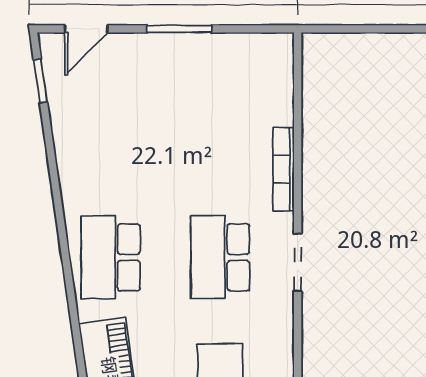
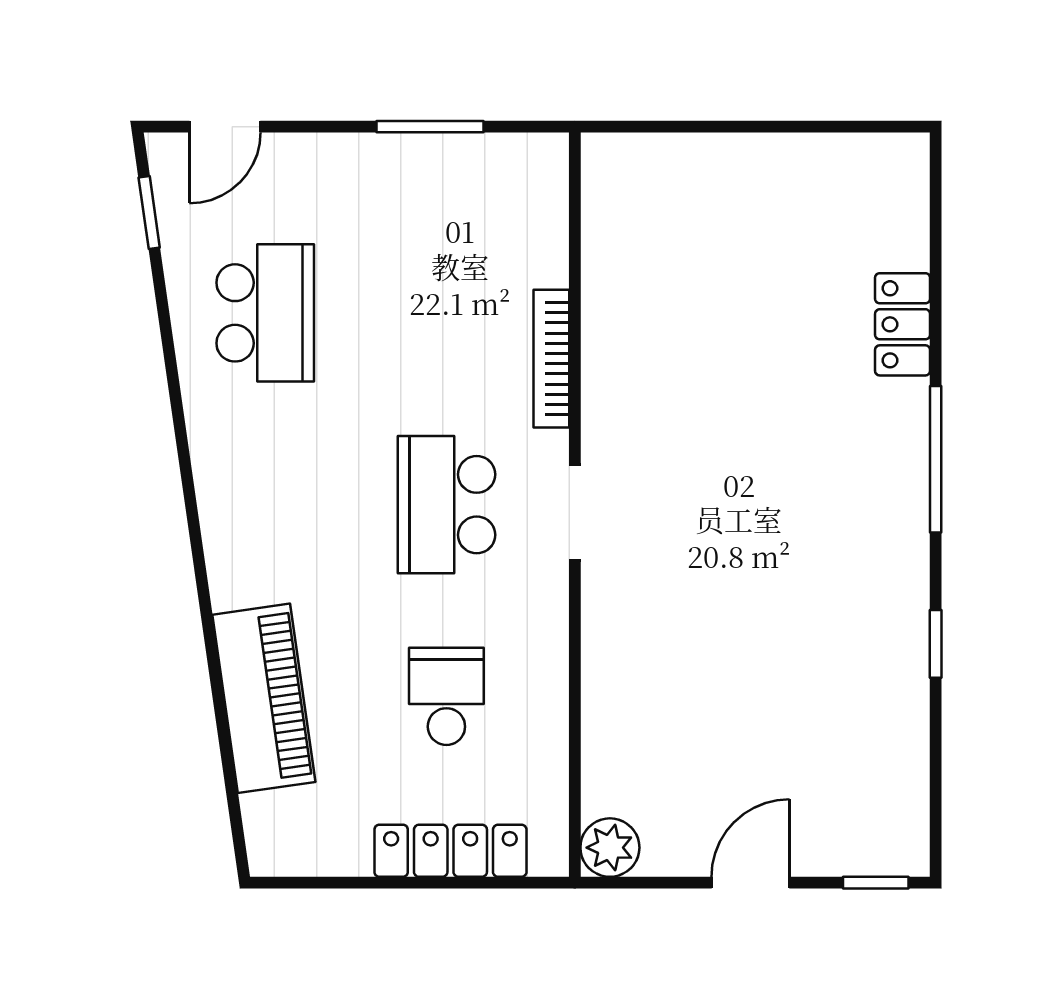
window: (179, 29) -> (430, 127), moved
school desk: (111, 257) -> (265, 313), moved, turned 180

